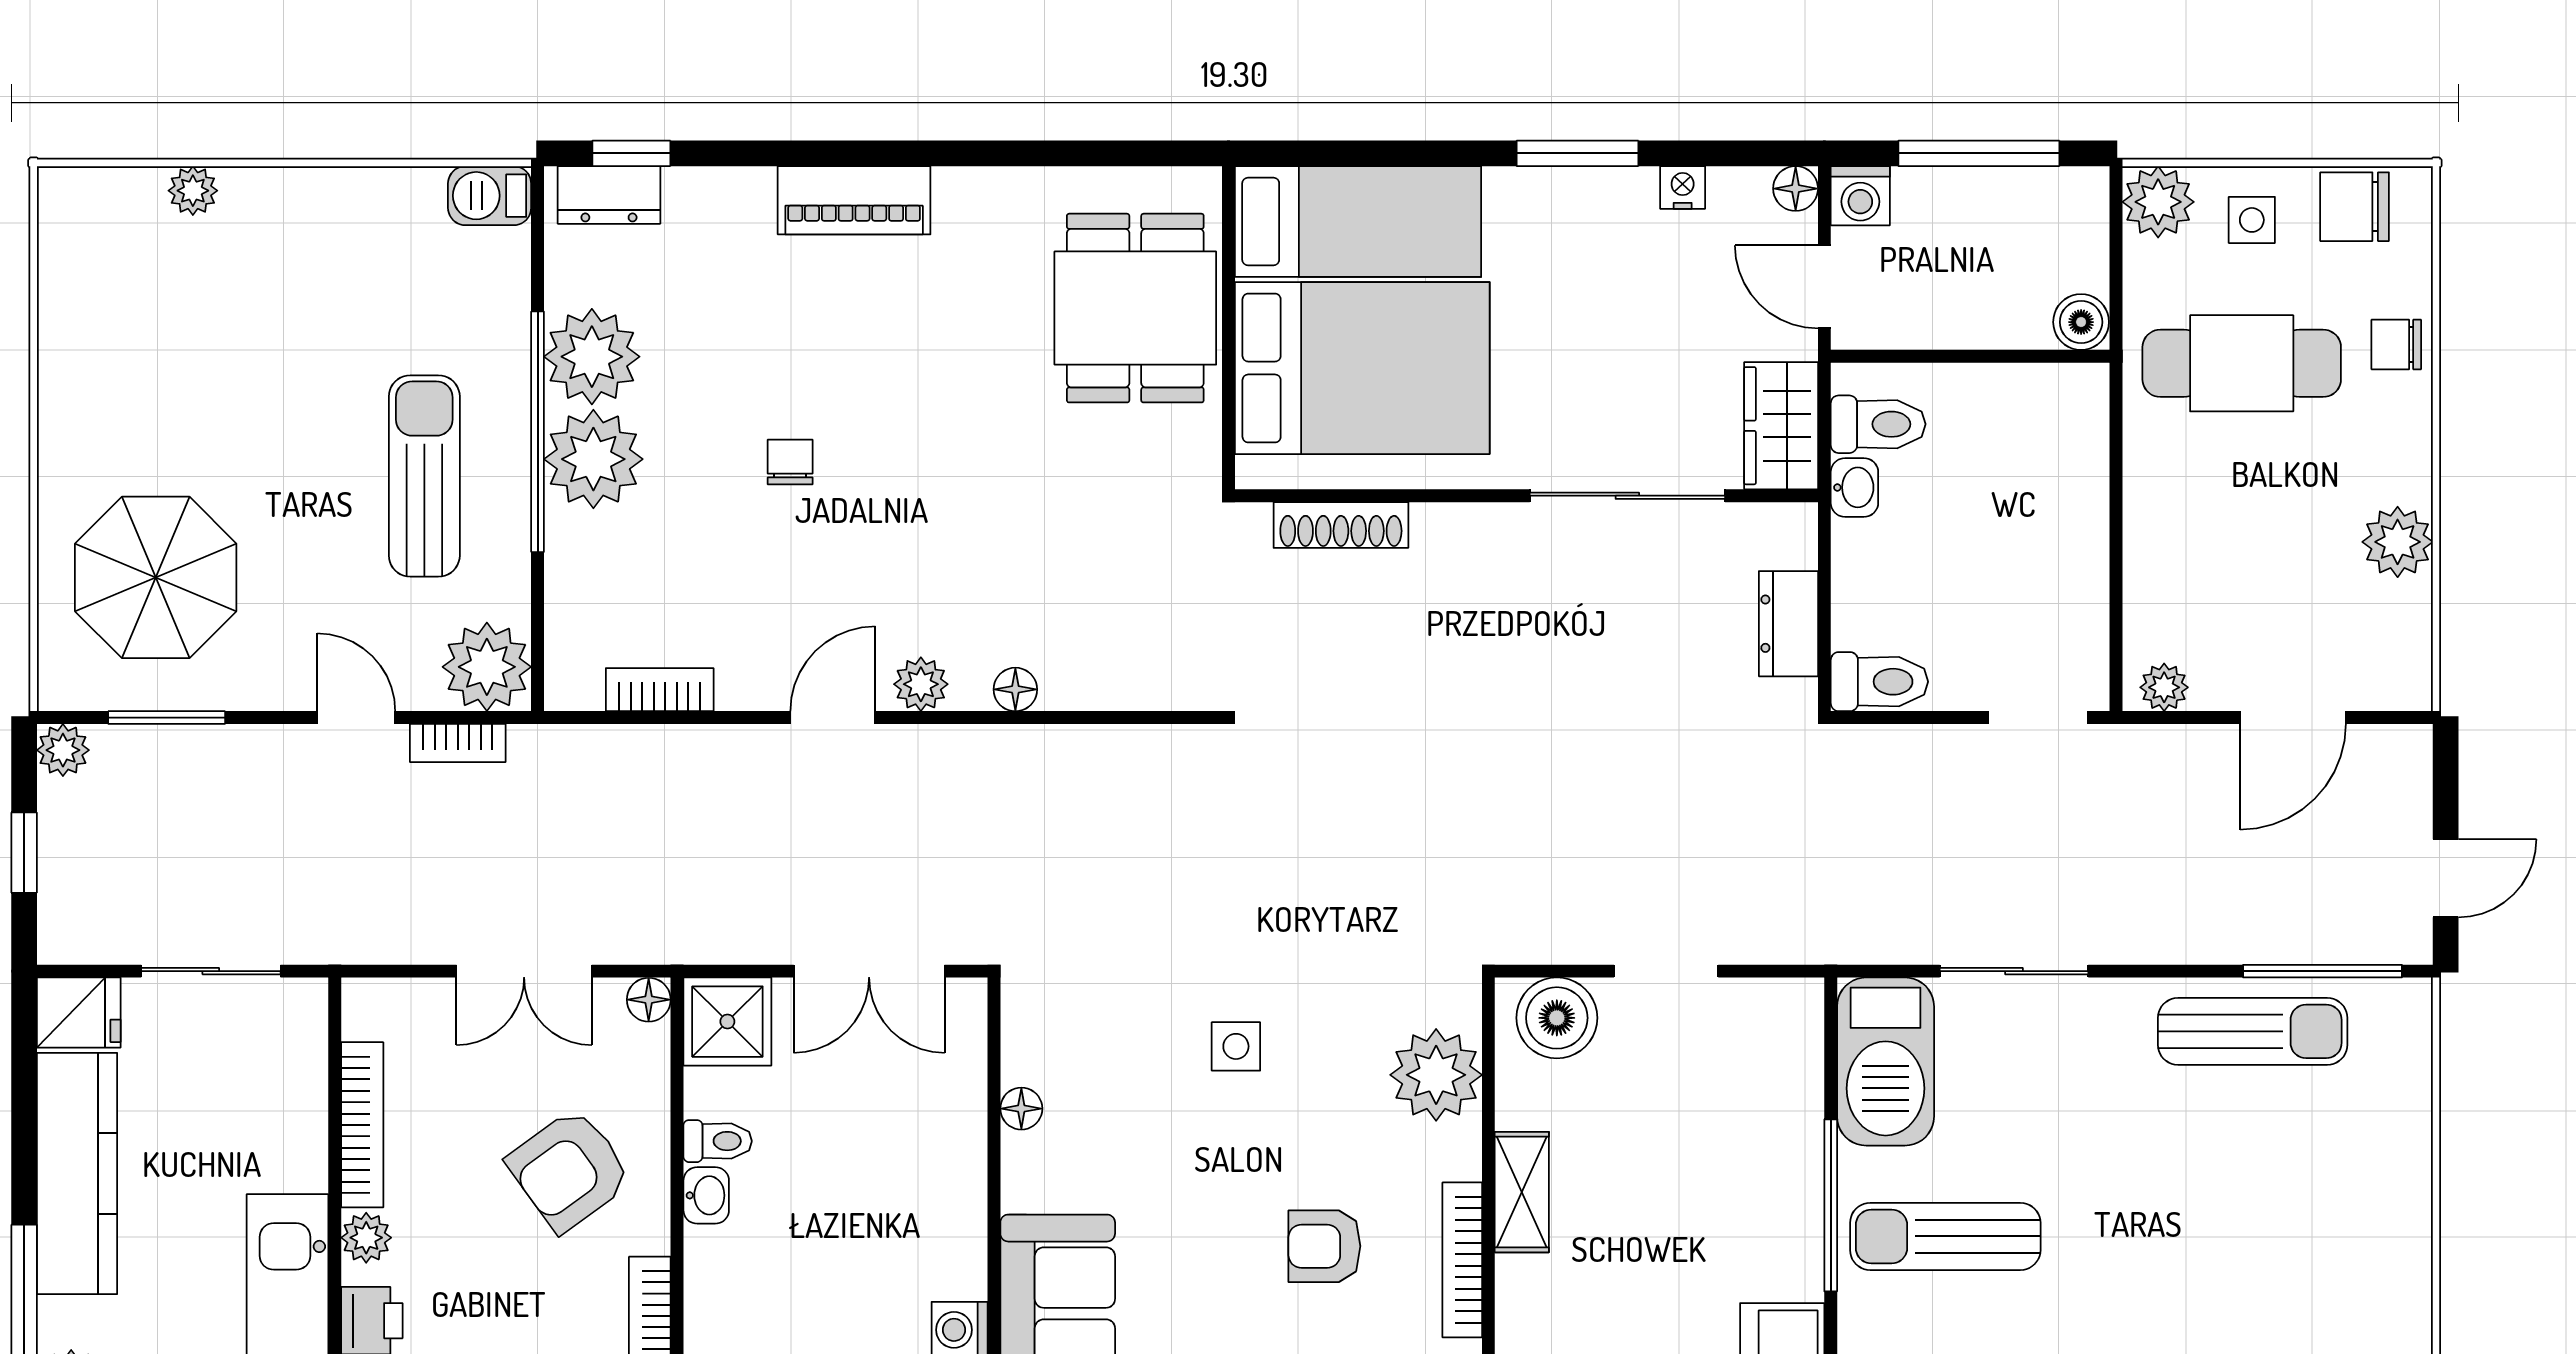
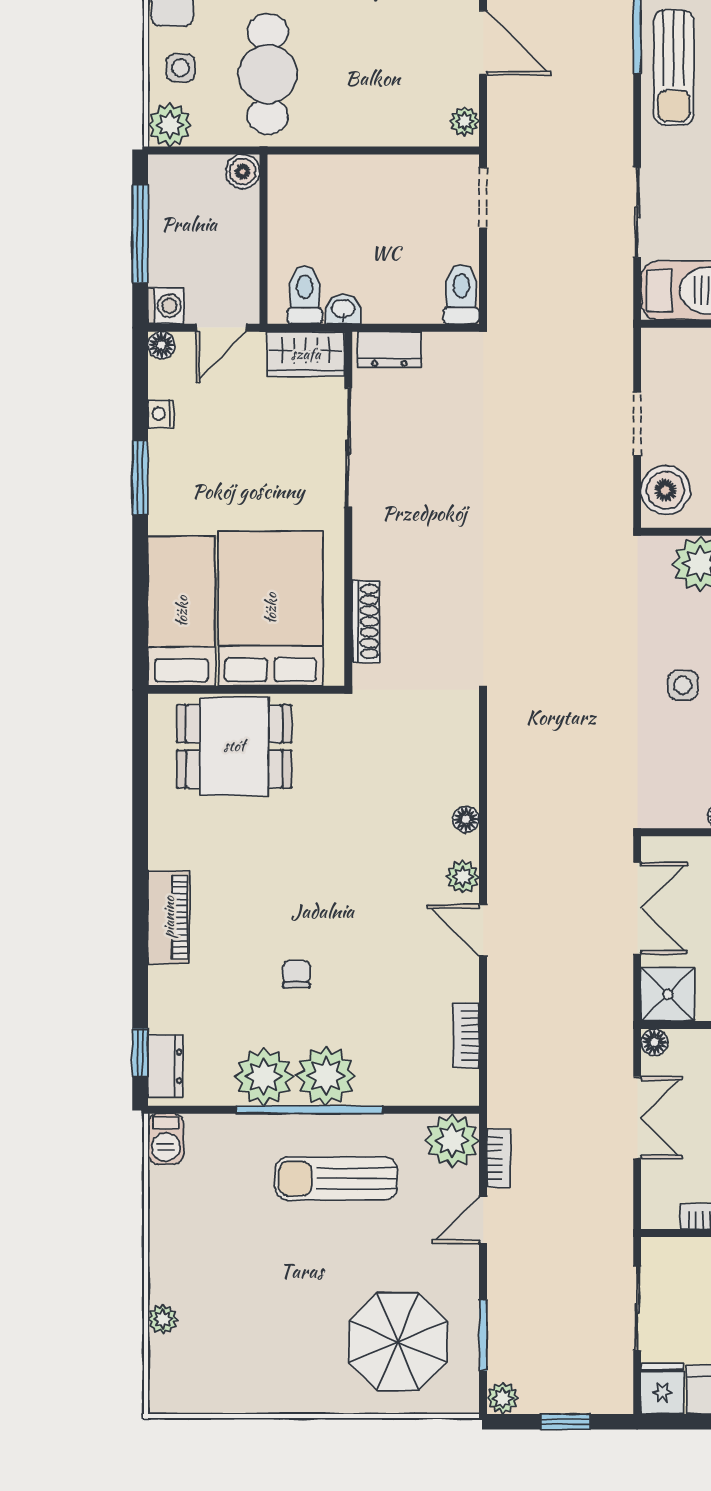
chair: (790, 462) -> (296, 974), moved, turned 90
dresser: (1788, 624) -> (389, 349), moved
sun lounger: (2253, 1031) -> (674, 67), turned 180

